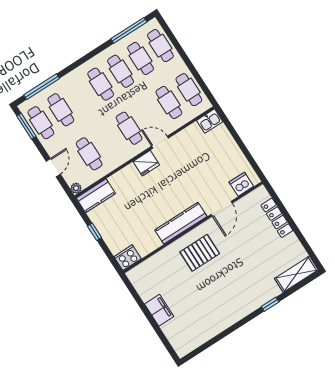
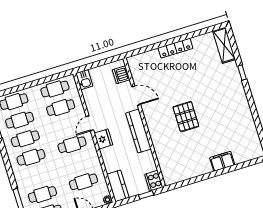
dishwasher: (241, 184) -> (121, 75), moved
door: (222, 209) -> (136, 96), moved
kitchen counter: (181, 223) -> (138, 131), moved
wall: (193, 227) -> (144, 122), moved
cooker: (128, 258) -> (154, 181), moved

